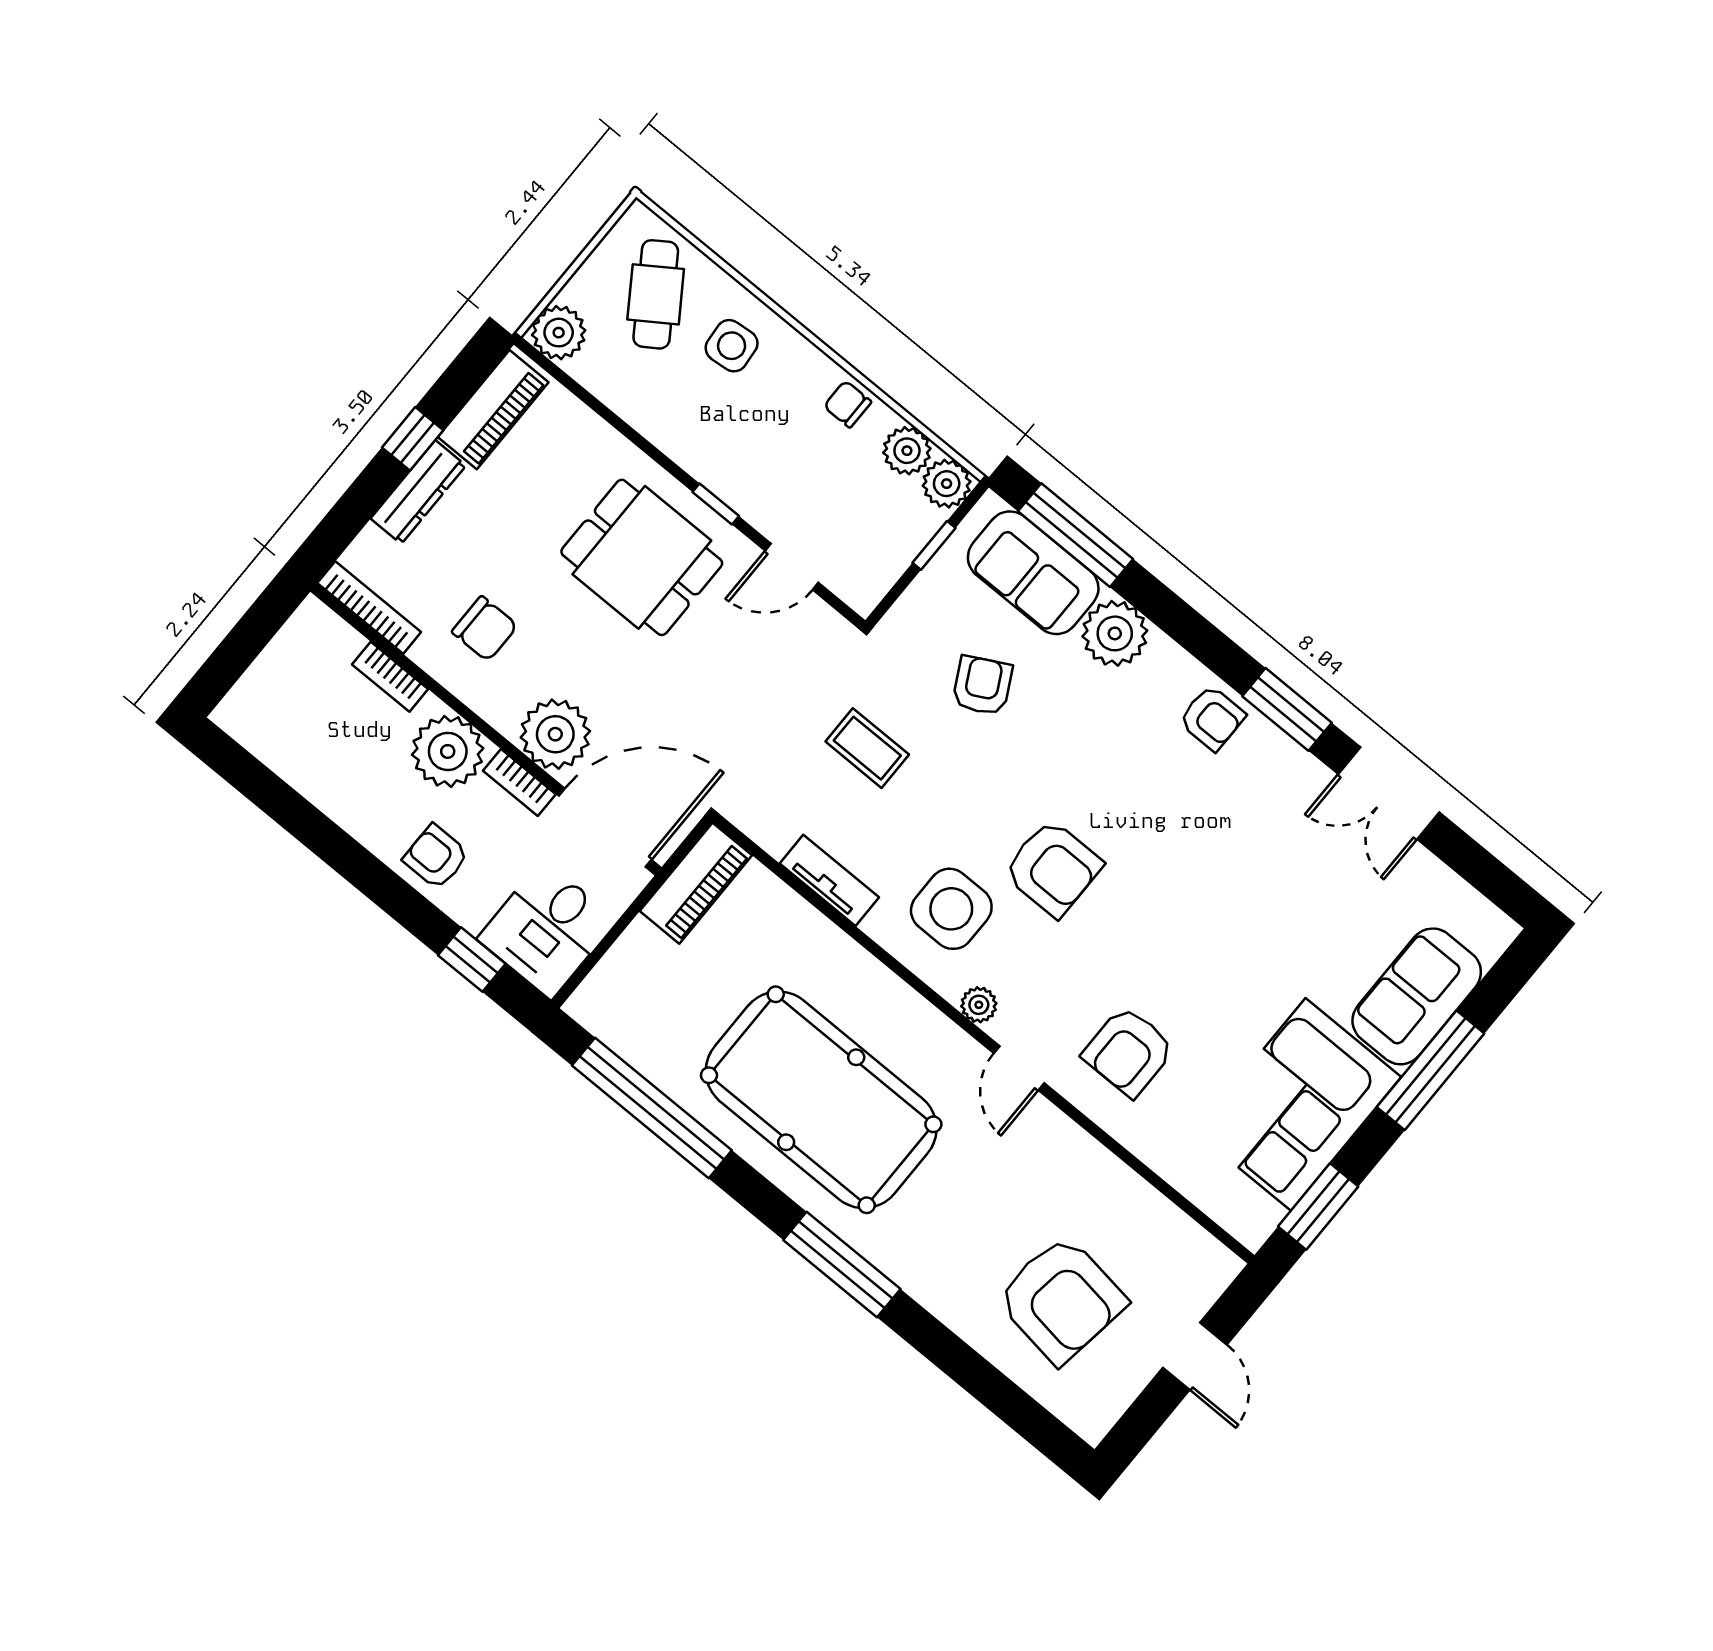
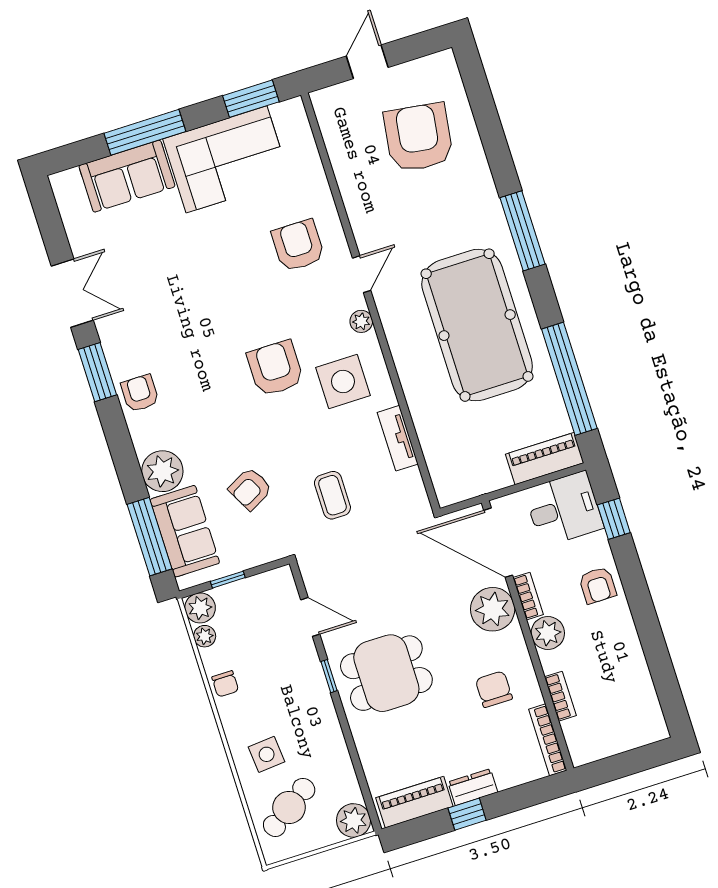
plant: (907, 451) -> (205, 636), width x0.73, depth x0.73
dresser: (418, 492) -> (473, 787), width x0.70
dining table: (642, 557) -> (386, 673), turned 90
plant: (448, 751) -> (548, 633), width x0.73, depth x0.73
piano: (696, 883) -> (545, 458), moved
armchair: (1129, 1052) -> (298, 245), turned -90

